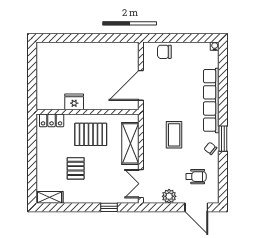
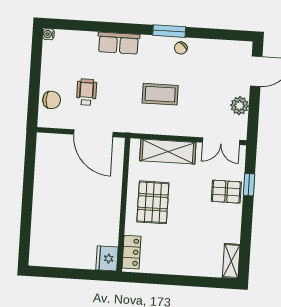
chair: (164, 52) -> (52, 100), turned -90
row of seats: (211, 100) -> (119, 43), width x0.50
fridge: (74, 102) -> (107, 258), moved
pallet: (76, 168) -> (226, 192), moved
wheelchair: (196, 177) -> (87, 92), moved

